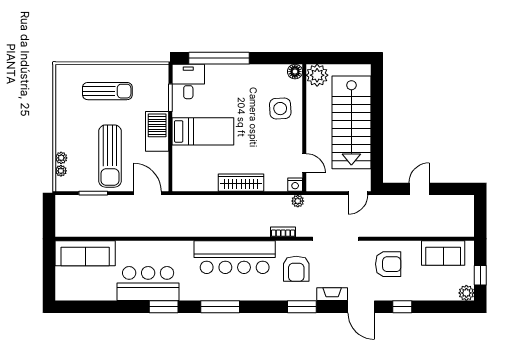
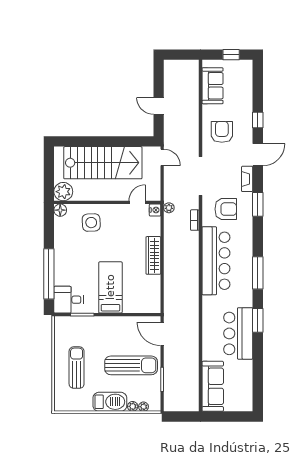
barbecue: (157, 131) -> (110, 402), moved, turned 180
door: (147, 193) -> (162, 334), hinge flipped
plant: (466, 293) -> (246, 66), removed

